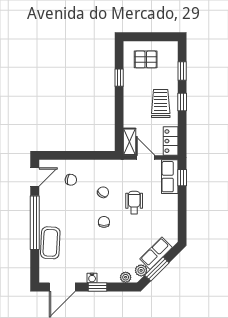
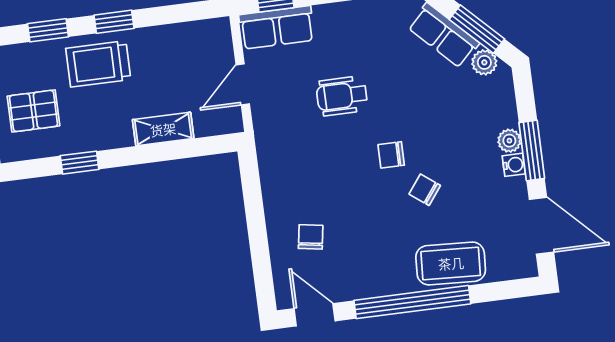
pallet: (146, 59) -> (34, 111), turned 90
trolley: (161, 103) -> (98, 64), moved
locker: (171, 141) -> (201, 35), removed
shelving: (130, 142) -> (163, 129), moved
chair: (103, 192) -> (425, 190), moved
plant: (126, 277) -> (509, 141), moved
window: (98, 287) -> (532, 151), width x1.50

